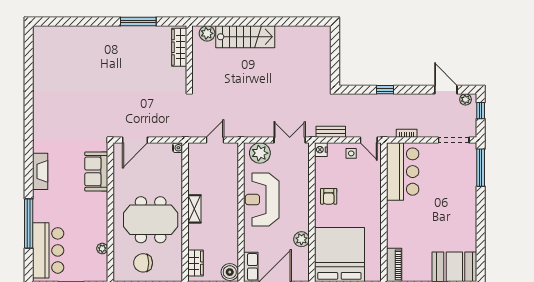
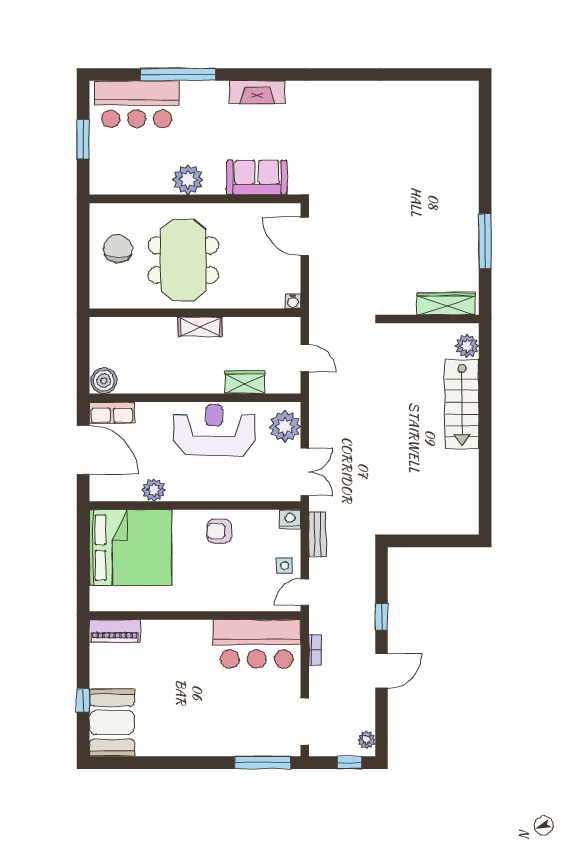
door: (446, 90) -> (381, 671), moved
plant: (102, 249) -> (188, 179), moved, width x1.88, depth x1.88
wardrobe: (196, 263) -> (245, 382), moved, turned 180

